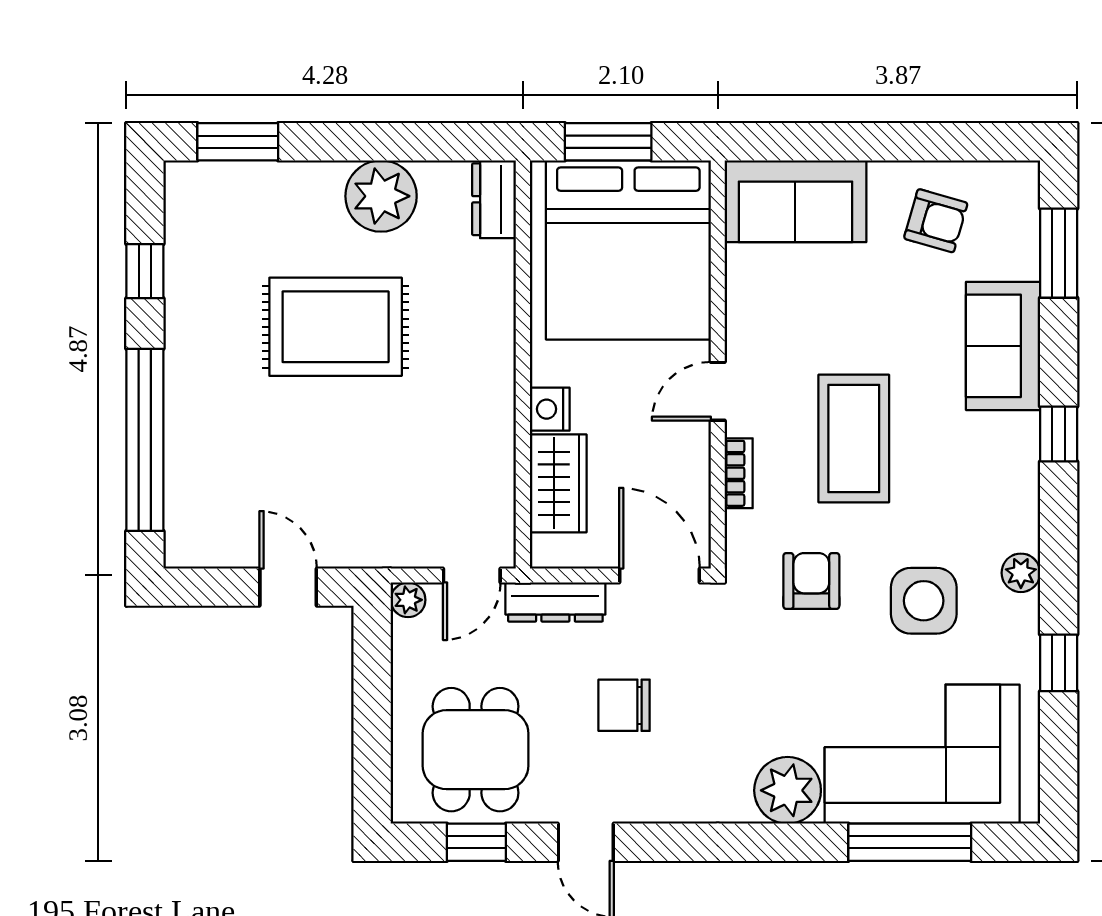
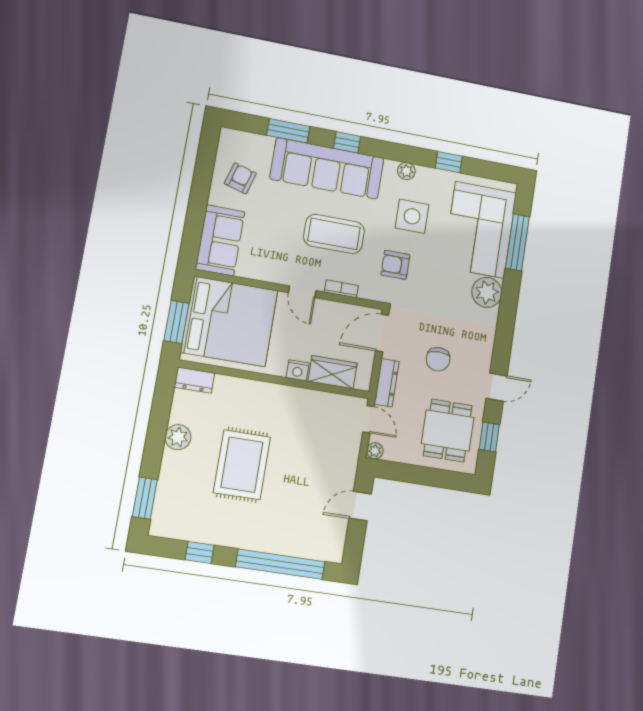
plant: (381, 196) -> (178, 437), width x0.73, depth x0.73
window: (1059, 253) -> (288, 131), moved
sofa: (1003, 346) -> (327, 168), width x1.85, depth x1.27
dining table: (476, 750) -> (448, 431), turned 90

